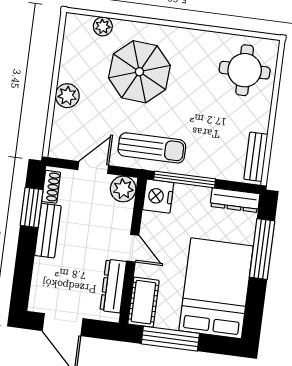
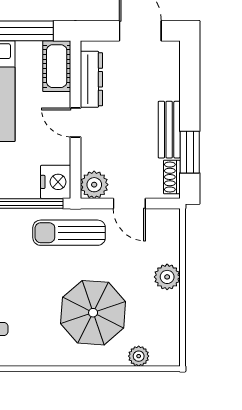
door: (93, 168) -> (129, 203), hinge flipped

